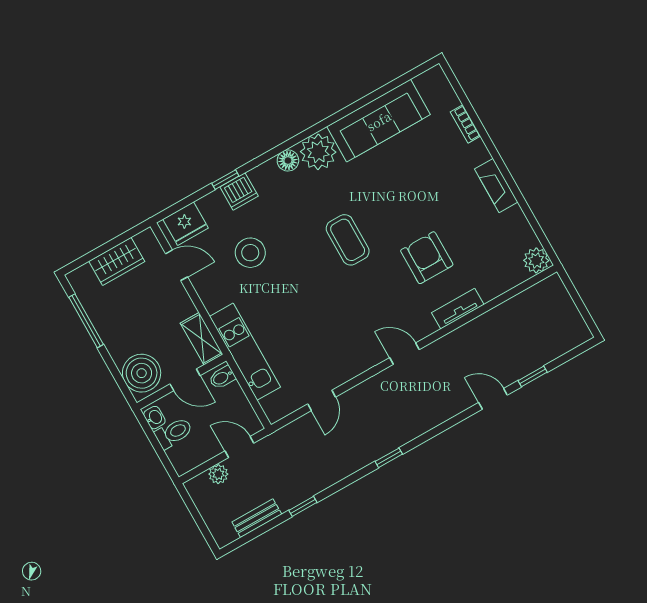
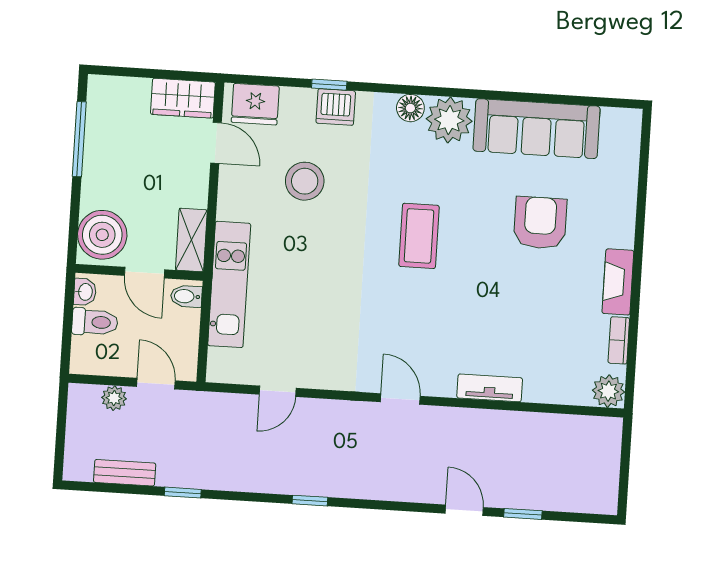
bookcase: (465, 124) -> (619, 340), moved
armchair: (427, 258) -> (540, 223), moved
wardrobe: (117, 261) -> (183, 98), moved

